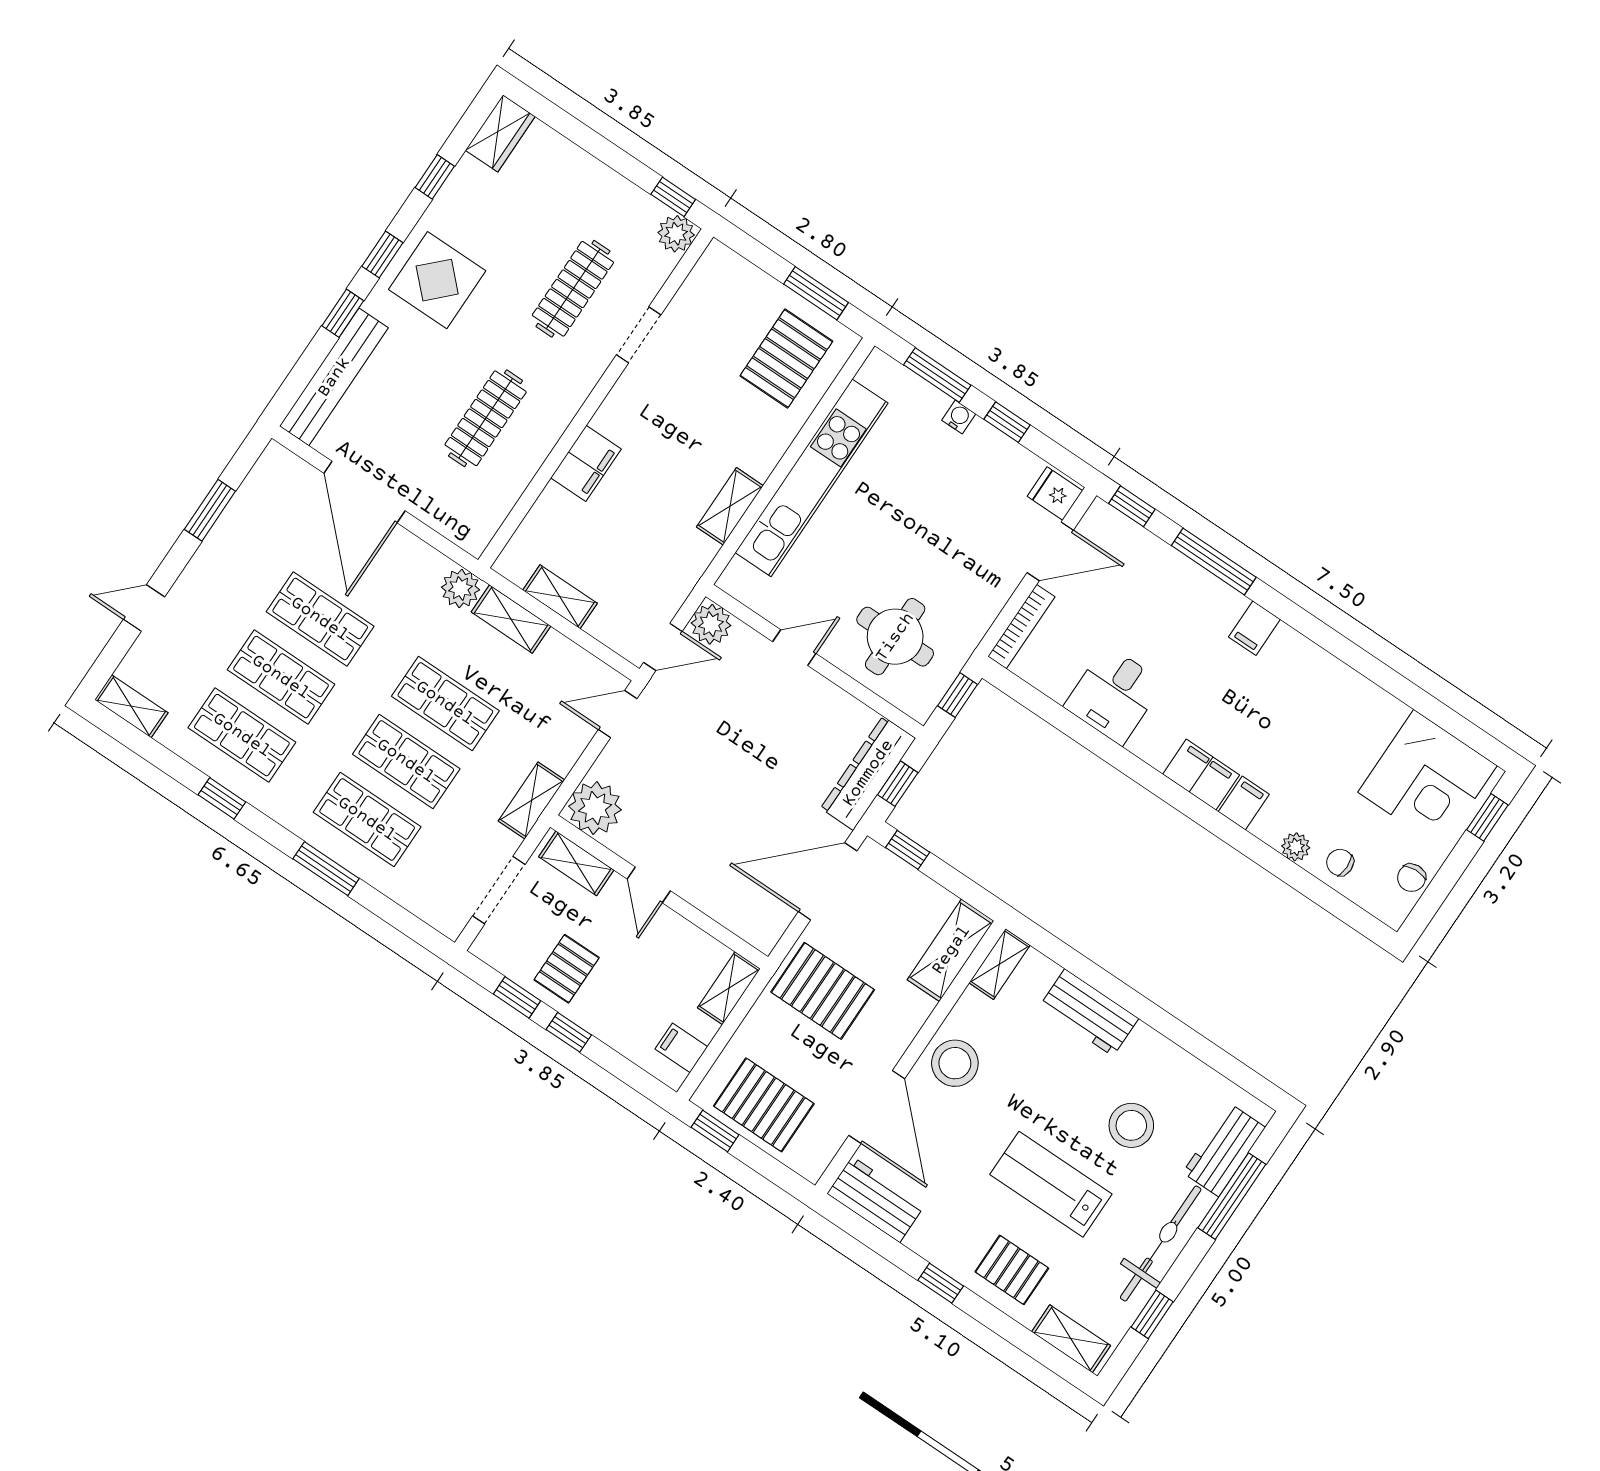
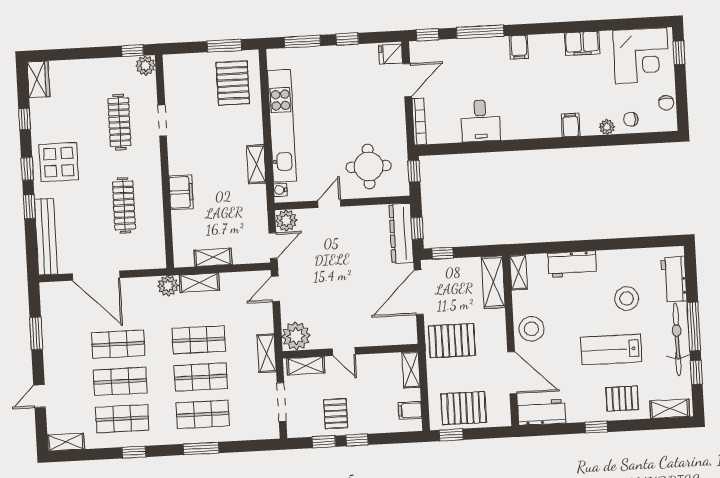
water cooler: (959, 417) -> (280, 190), moved, turned -90
filing cabinet: (1201, 775) -> (582, 43), moved, turned 180
window: (1232, 1196) -> (694, 326), moved

